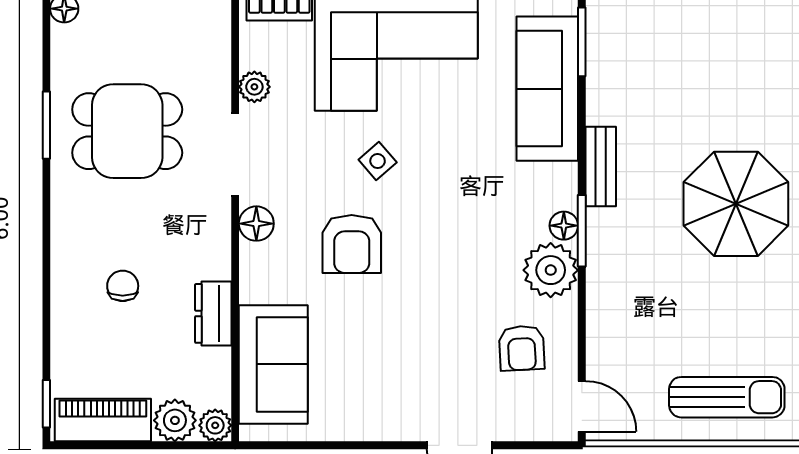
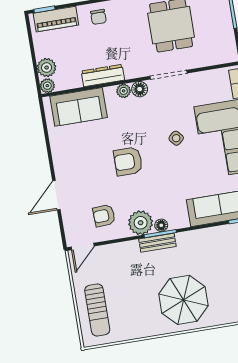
plant: (254, 87) -> (124, 91), moved
bench: (601, 166) -> (157, 243), moved
armchair: (352, 244) -> (128, 161), moved
chair: (123, 286) -> (98, 17), moved, turned 90
dresser: (213, 313) -> (103, 76), width x1.44
piano: (103, 420) -> (56, 19), moved, turned 90

